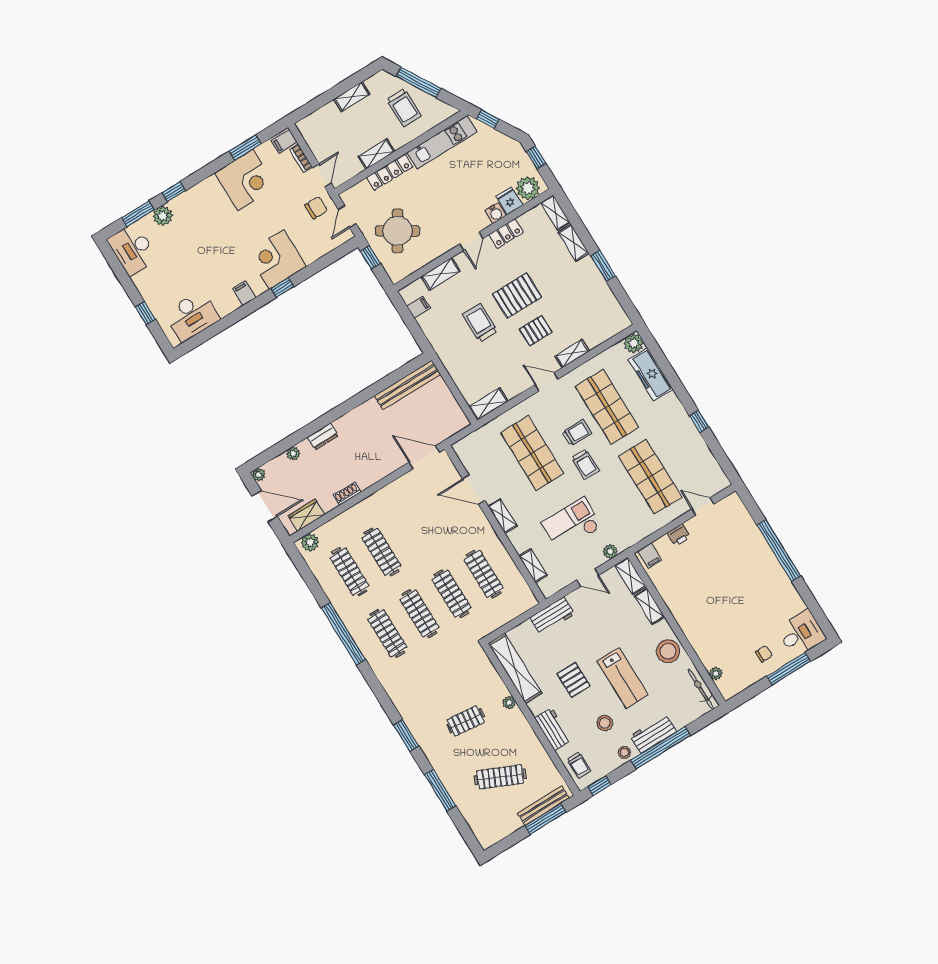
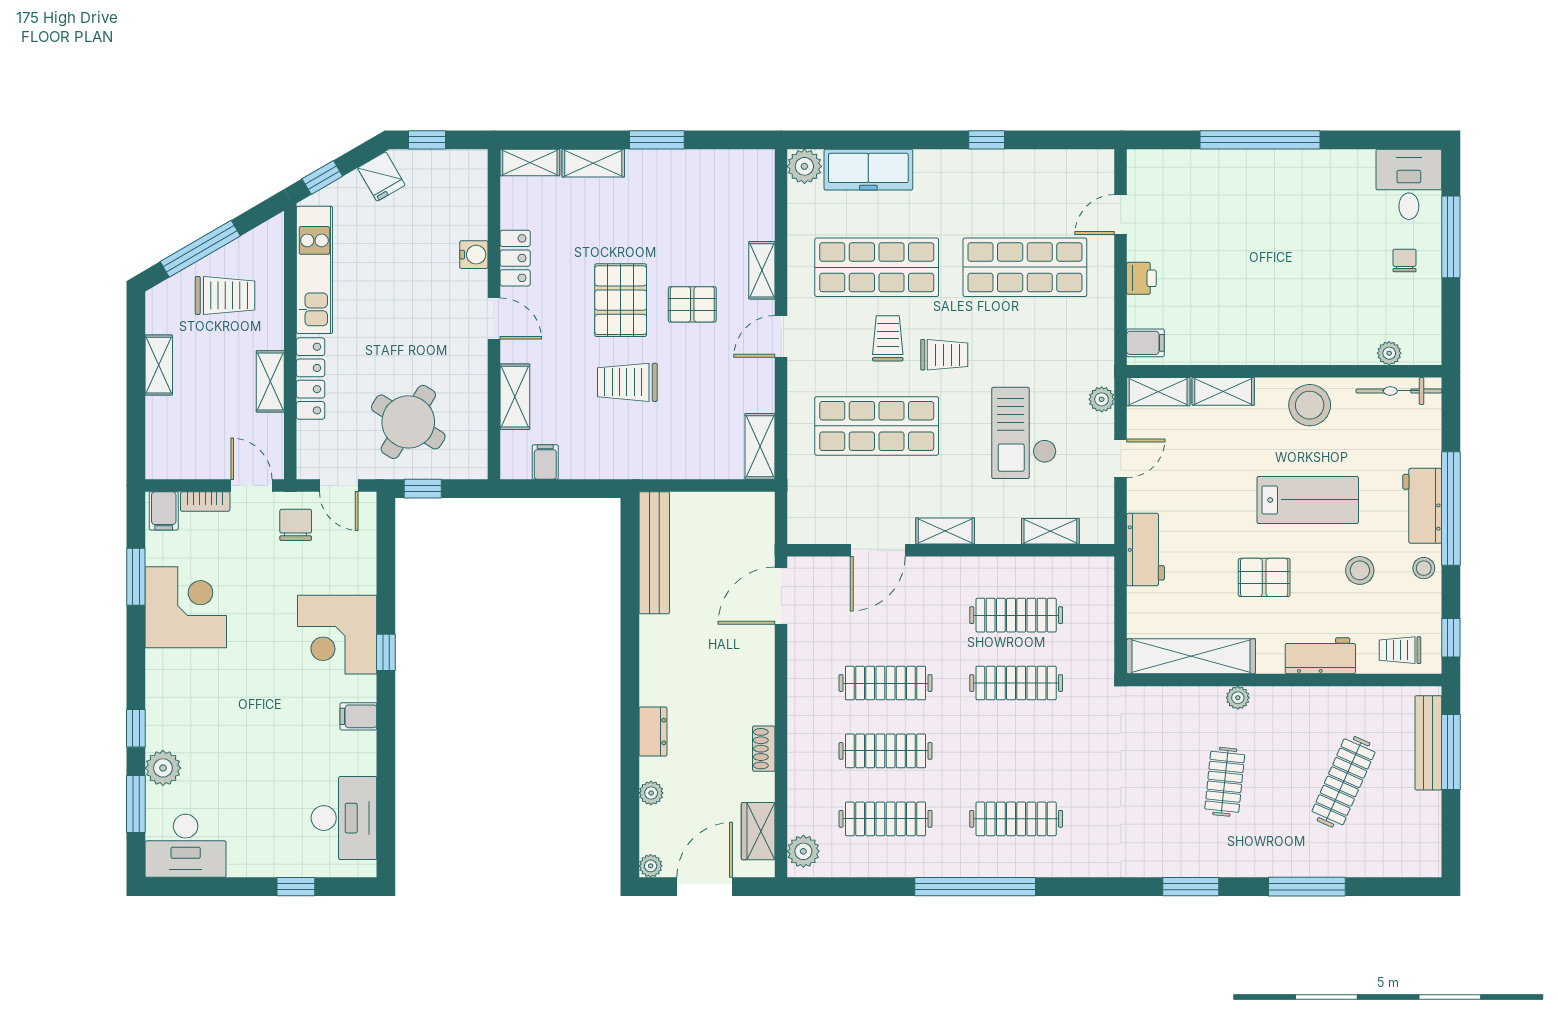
plant: (528, 188) -> (466, 181), removed
fridge: (509, 201) -> (381, 176), moved, turned -120
pallet: (536, 331) -> (692, 304), turned 90
clothes rail: (419, 613) -> (885, 683), moved
trolley: (579, 765) -> (1400, 650), turned 180

